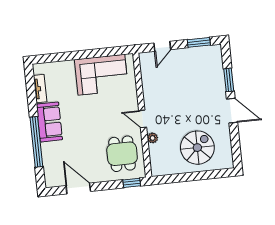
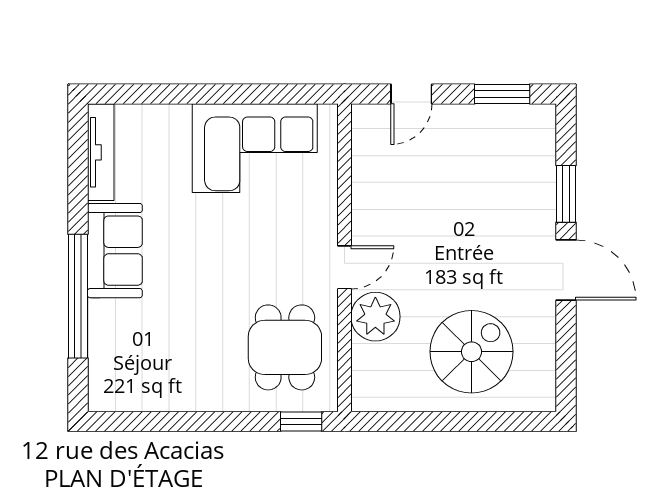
tv unit: (40, 89) -> (101, 152), width x1.41
door: (143, 119) -> (344, 267), swing flipped
plant: (153, 138) -> (375, 317), width x1.88, depth x1.88
door: (78, 189) -> (169, 422), removed

